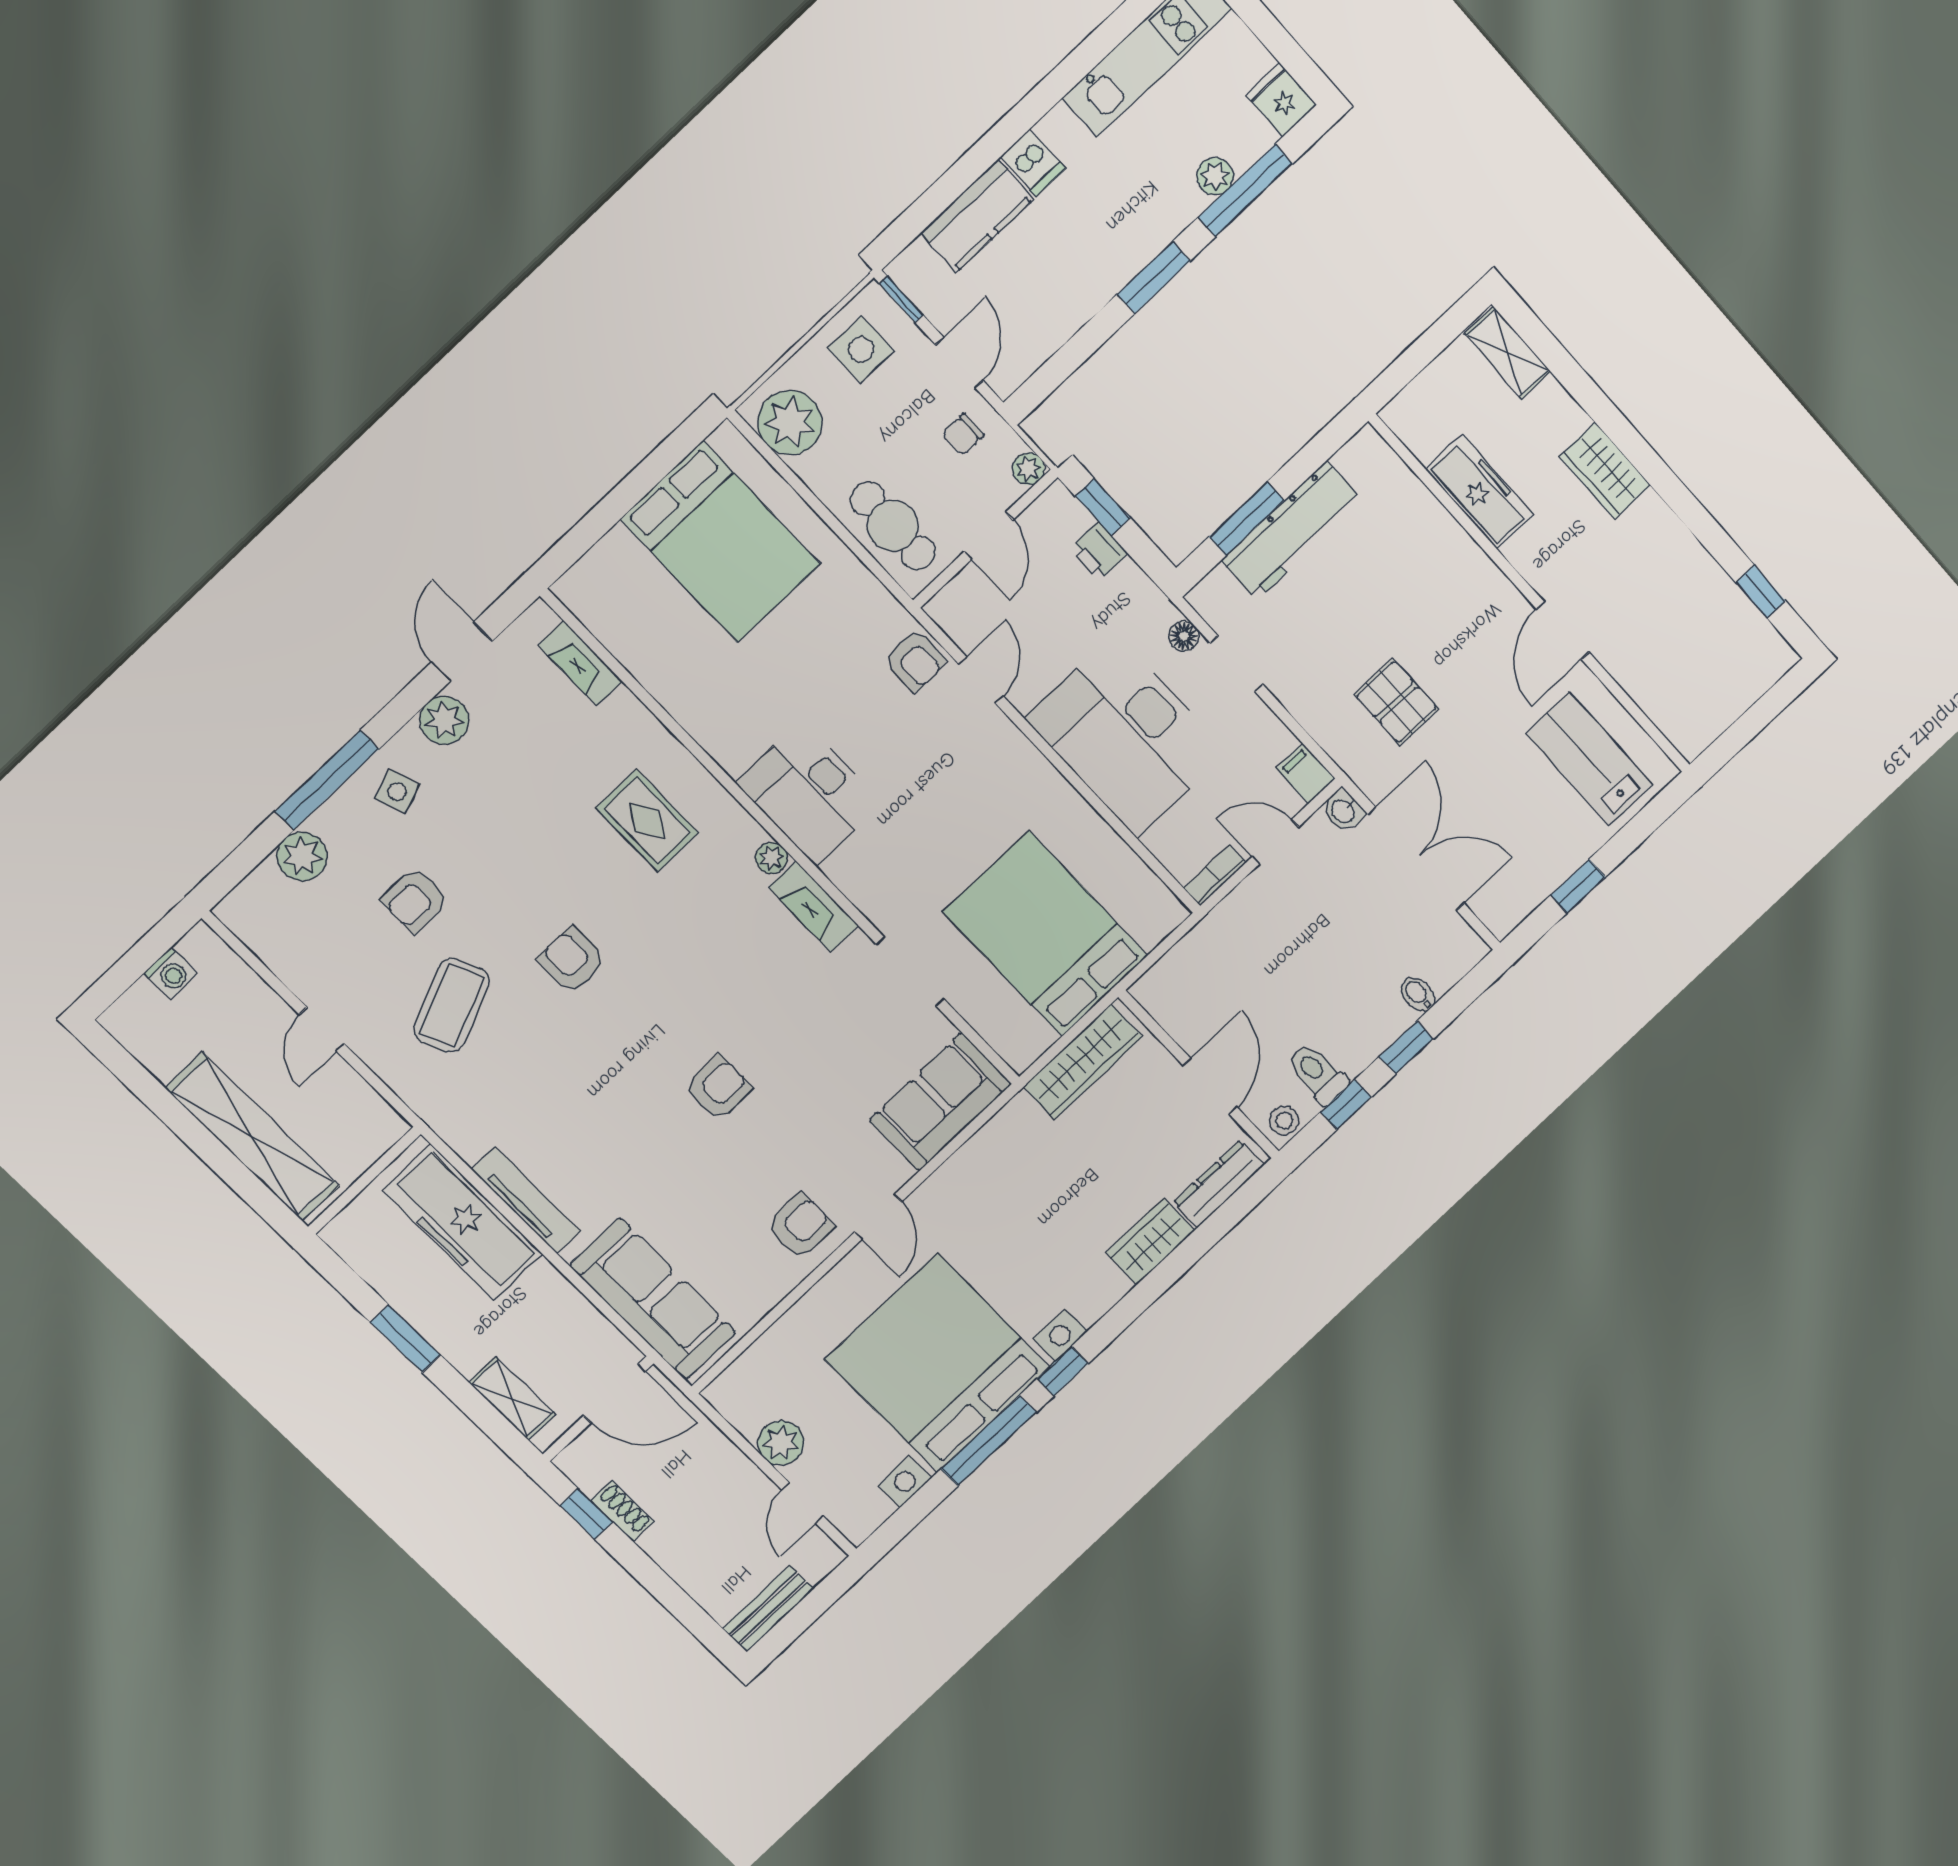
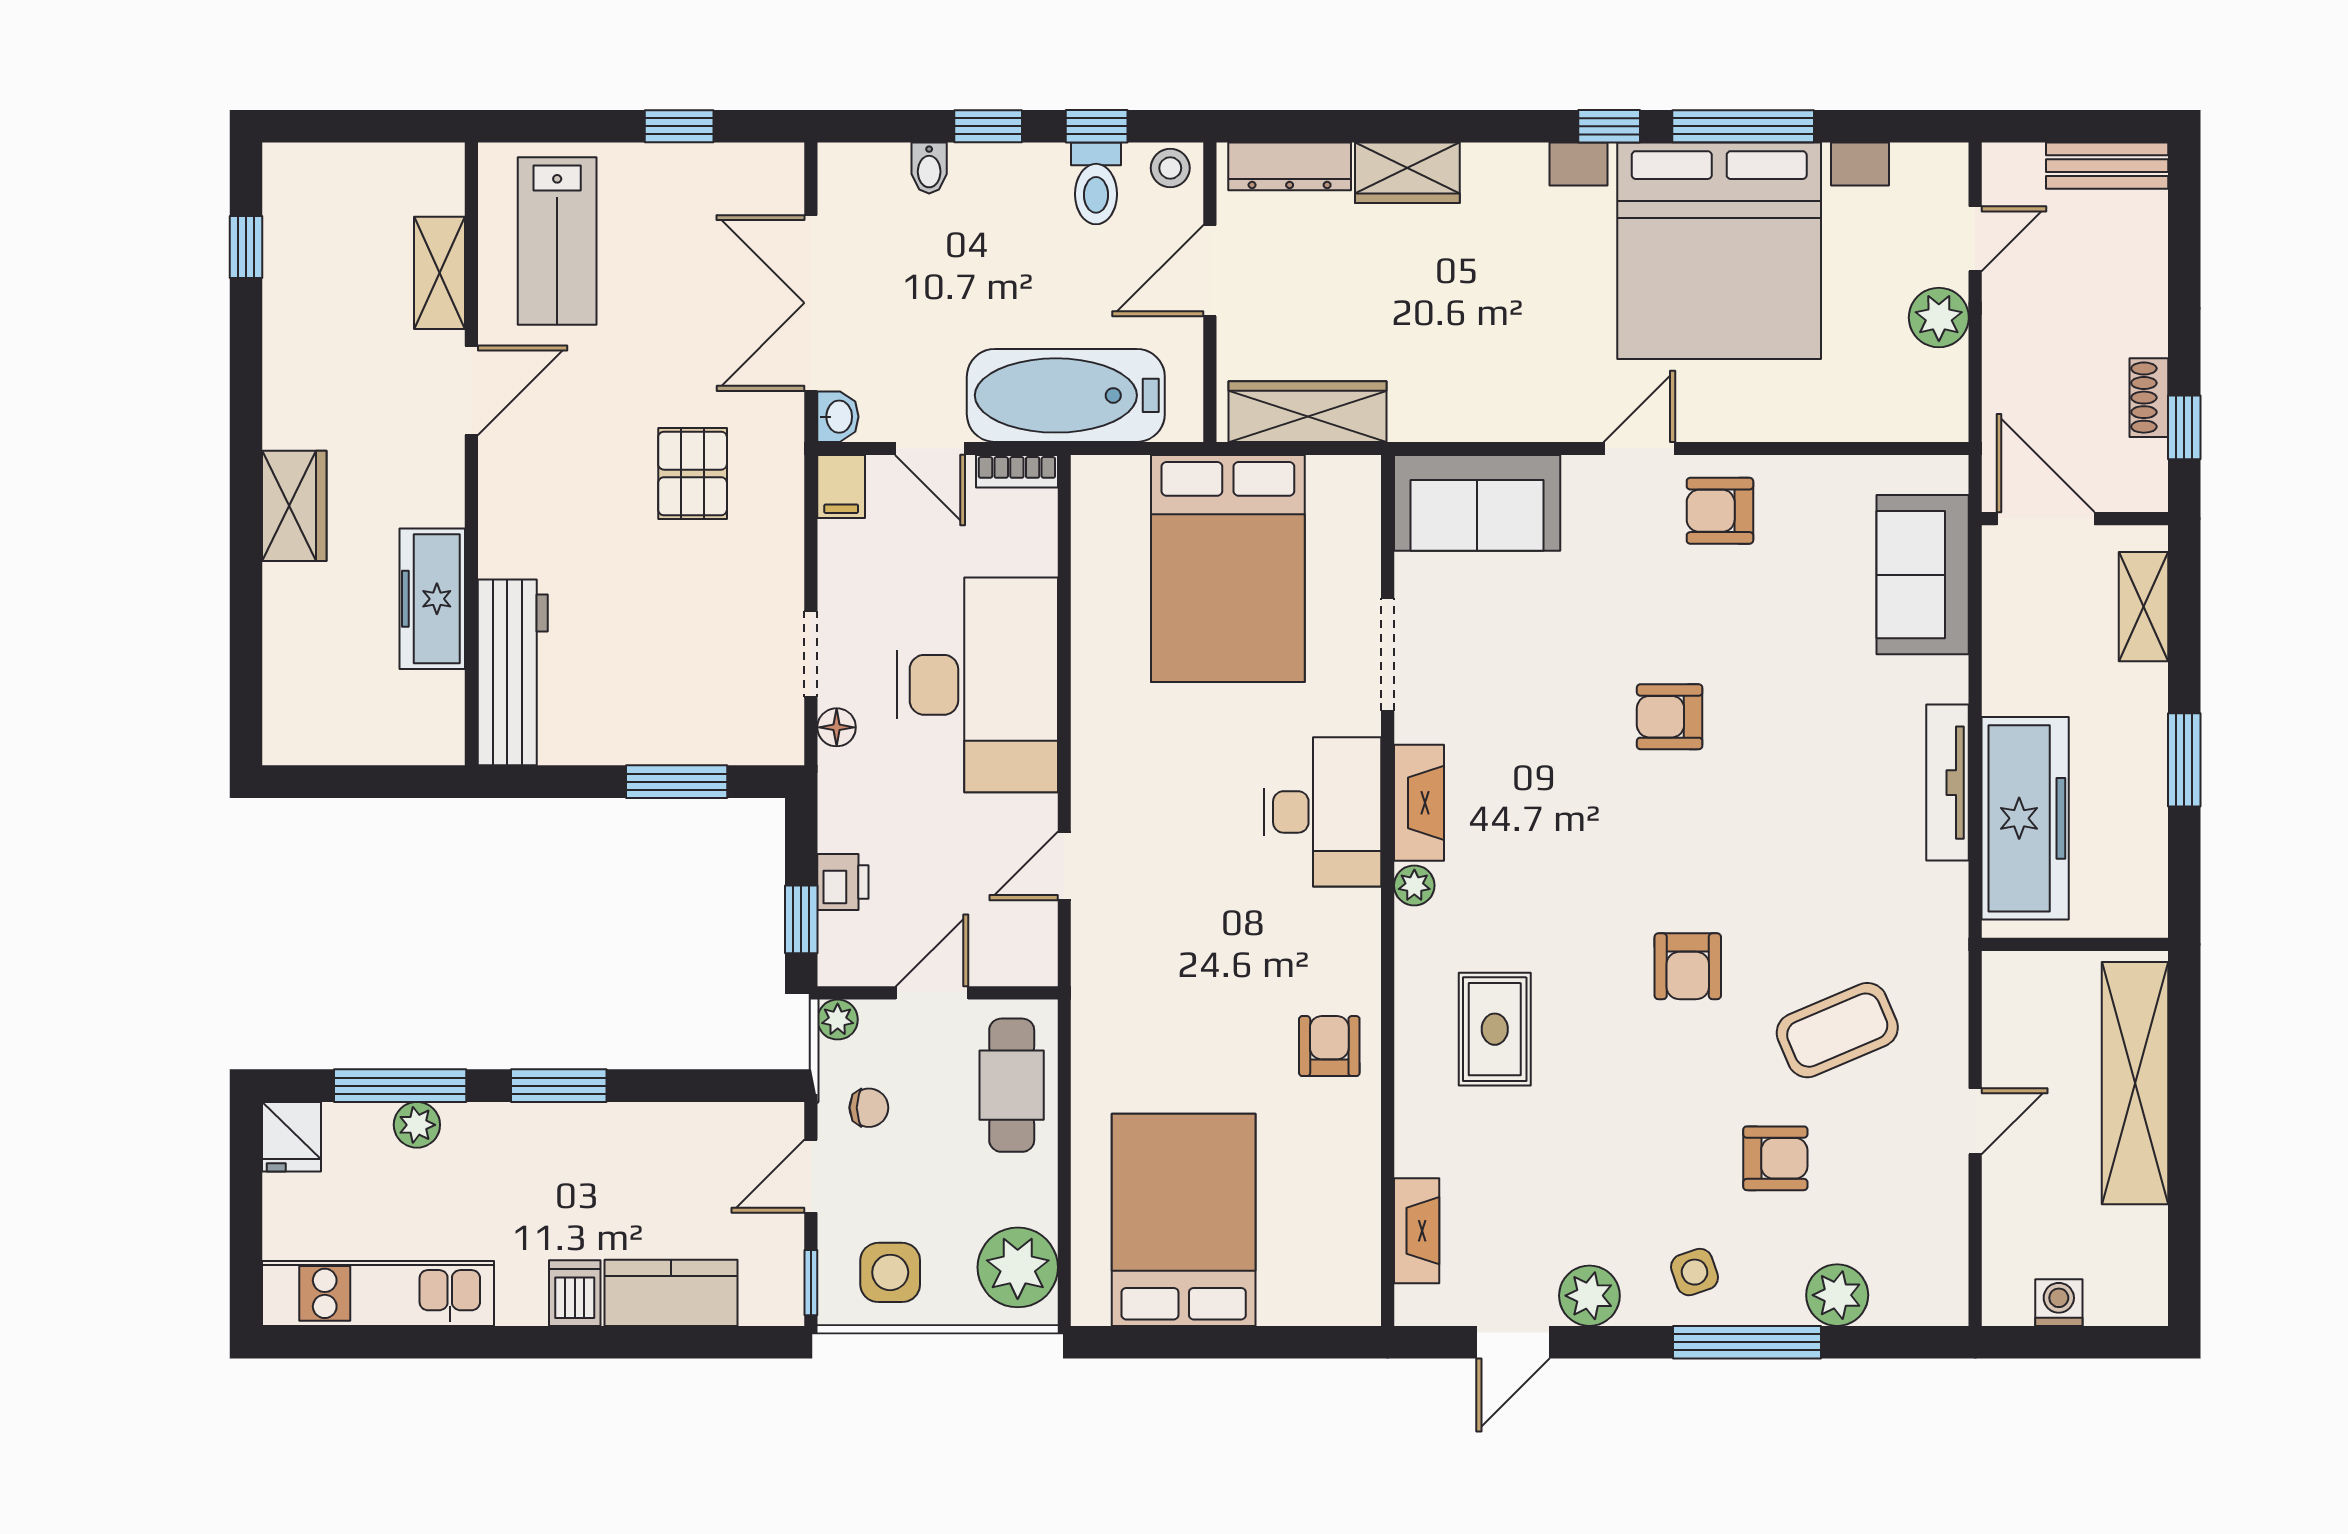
shelving: (1508, 353) -> (440, 273), moved
workbench: (1292, 530) -> (513, 672), moved, turned 90
armchair: (915, 660) -> (1329, 1046), moved
desk: (809, 793) -> (1322, 812), moved
bathtub: (1226, 943) -> (1066, 395), added
sofa: (653, 1299) -> (1923, 575), width x0.73

